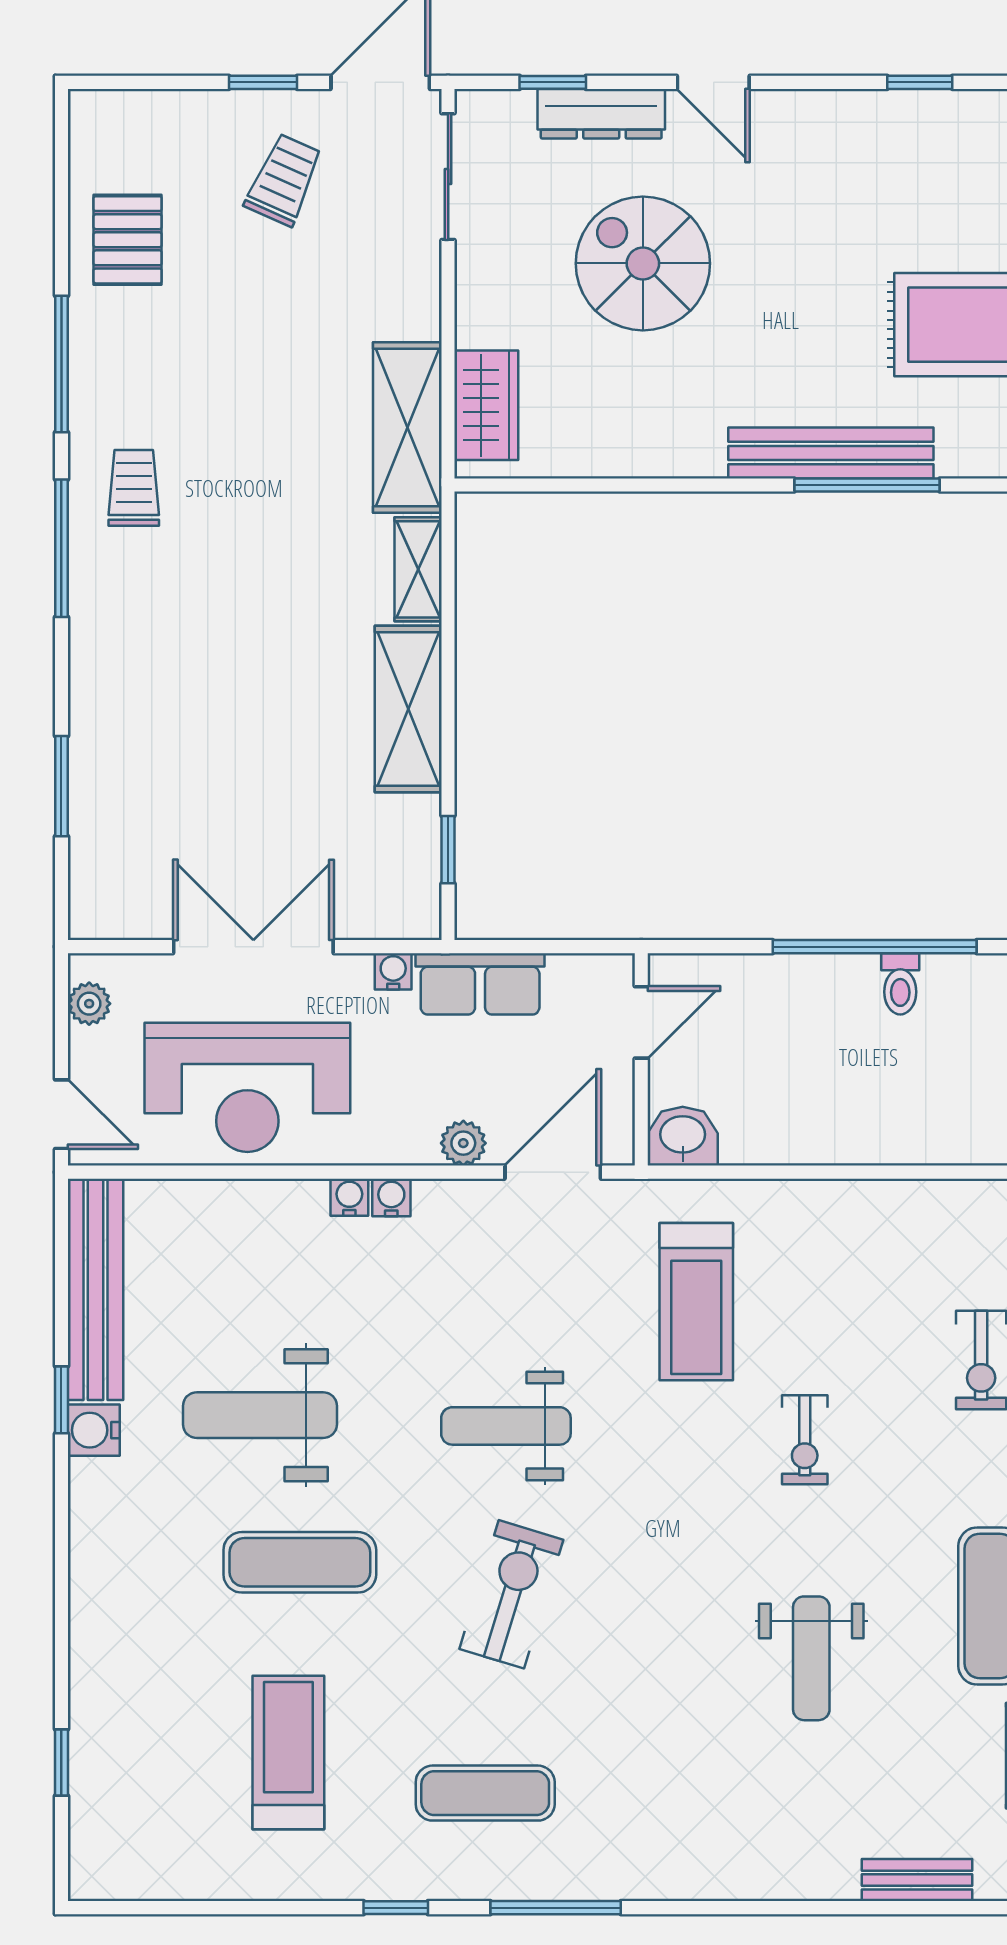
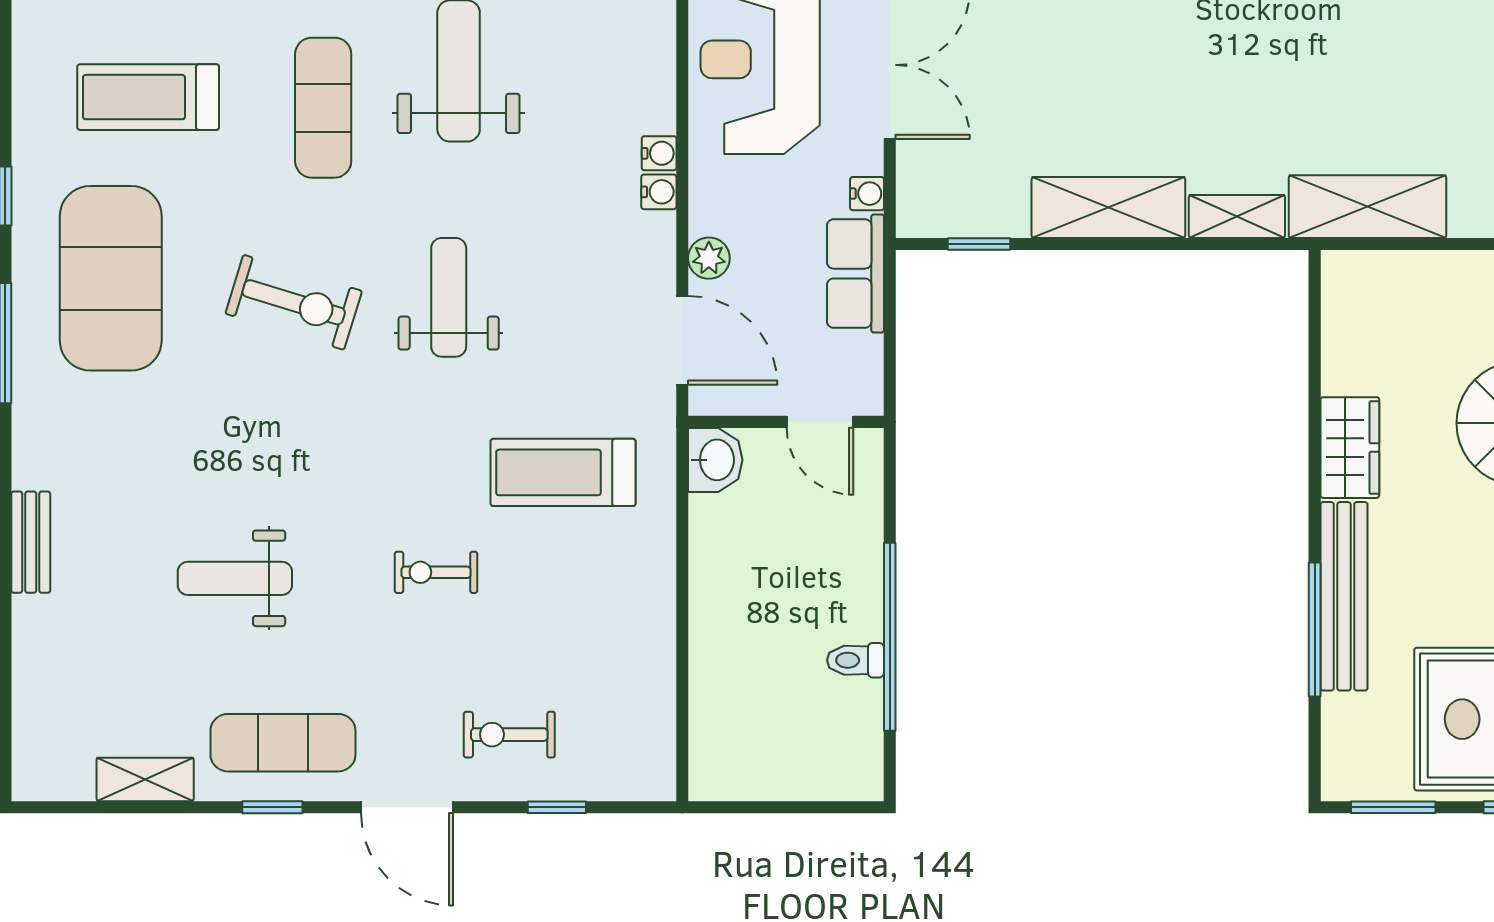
wardrobe: (486, 405) -> (1350, 448), moved, turned -90
treadmill: (288, 1753) -> (148, 97), turned 180
exercise mat: (485, 1793) -> (111, 278), width x2.00, depth x1.45
bench: (917, 1880) -> (31, 542), moved

